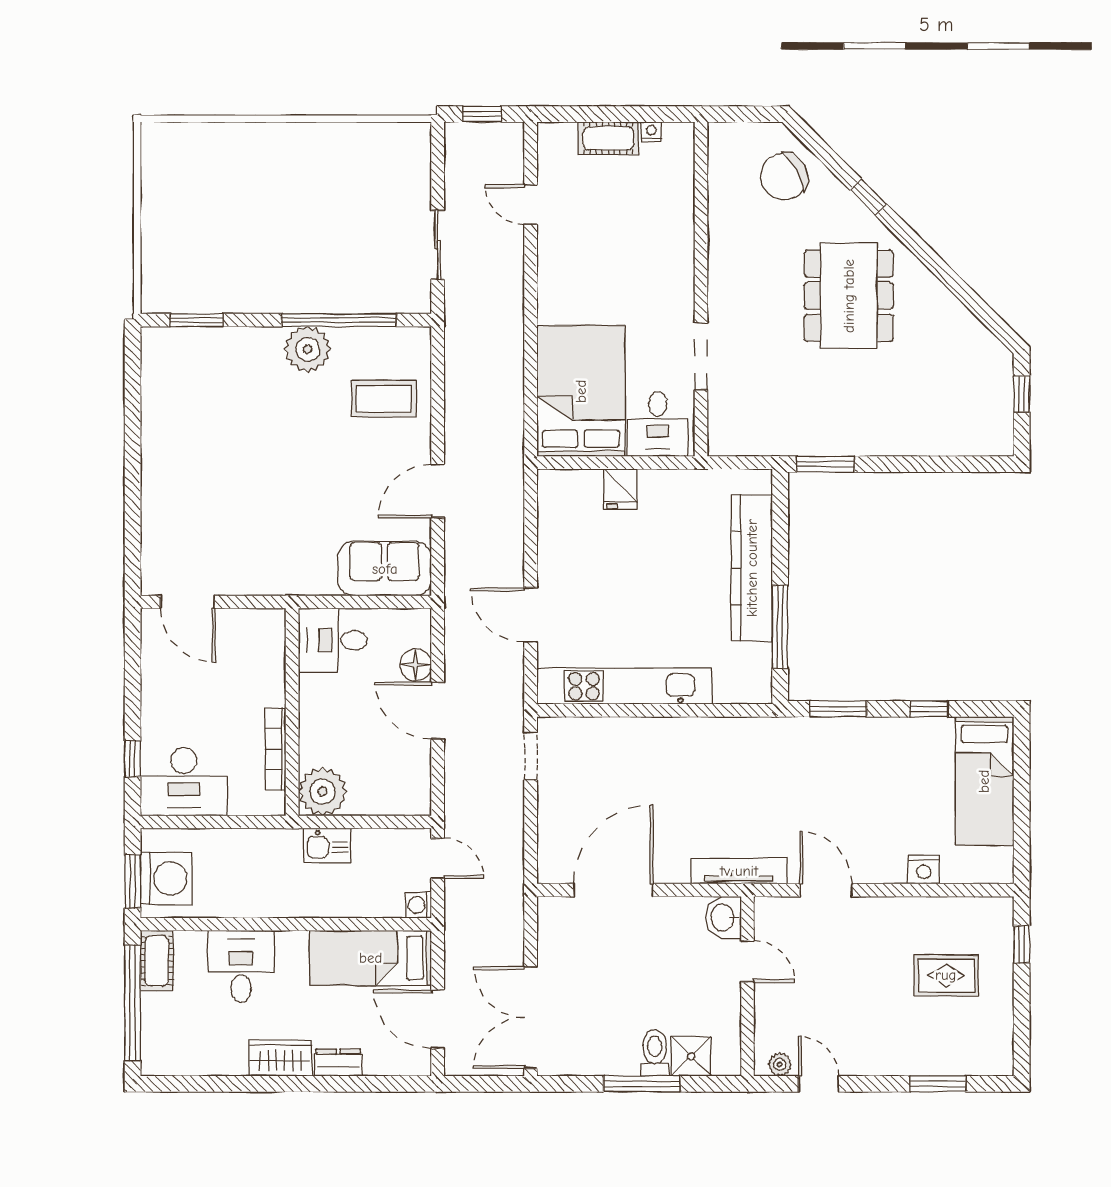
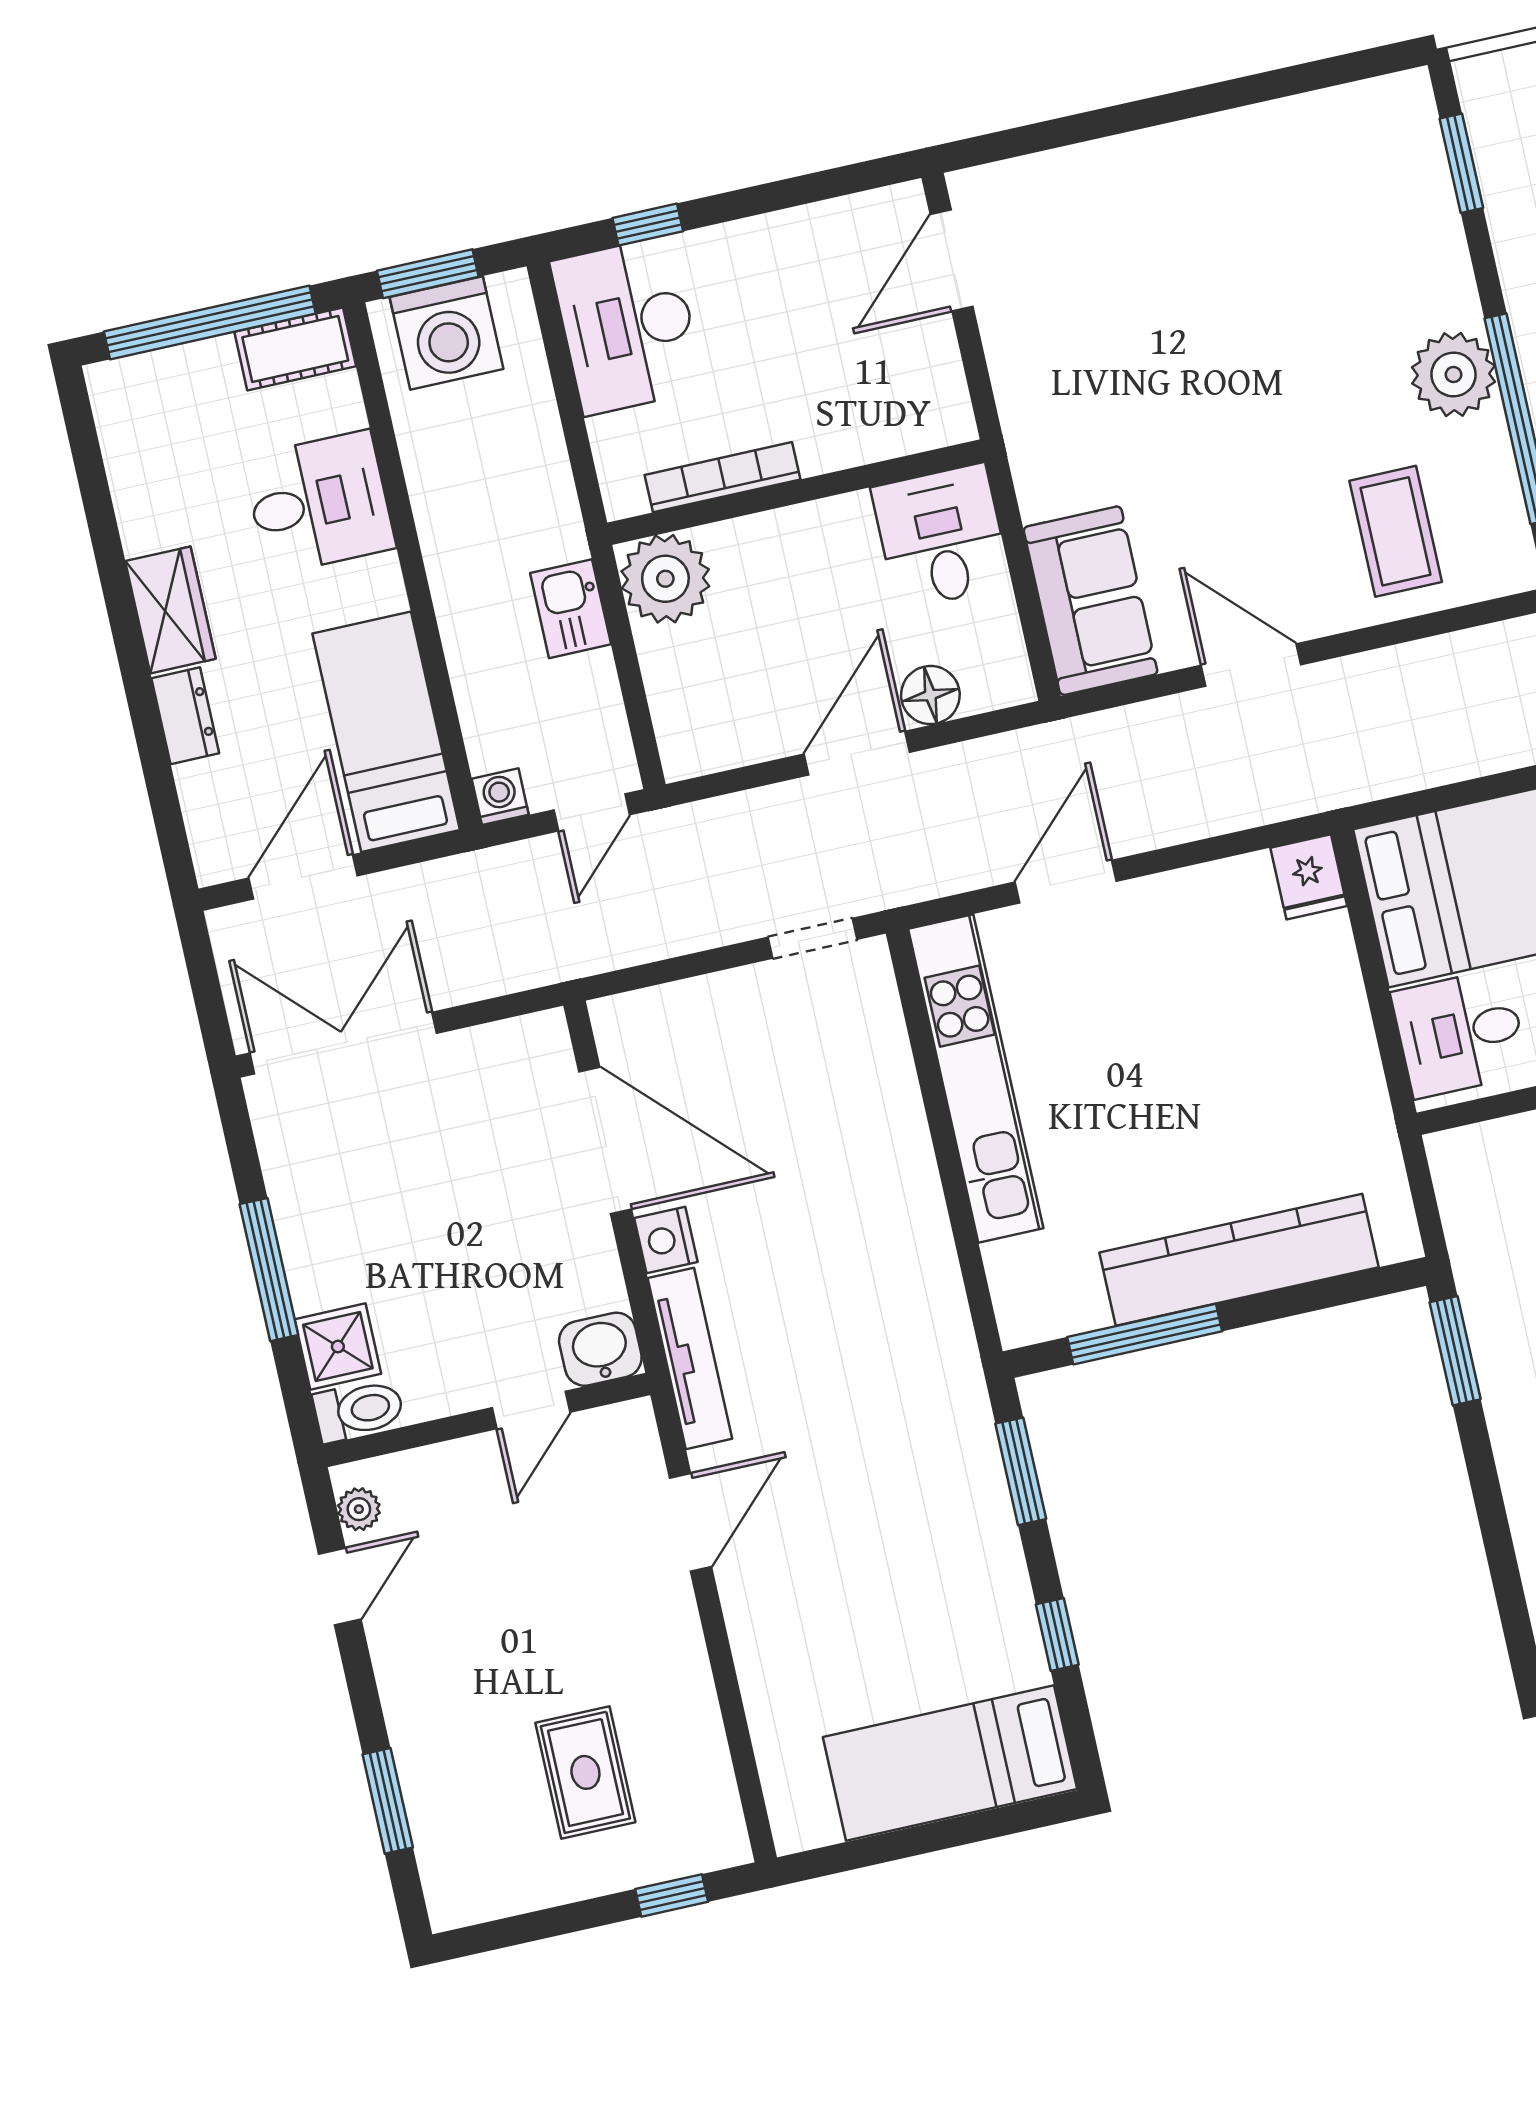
fridge: (620, 489) -> (1309, 877), moved, turned -90
nightstand: (924, 870) -> (666, 1240), moved
toilet: (655, 1053) -> (359, 1410), moved

